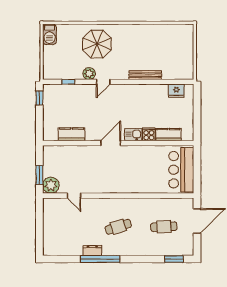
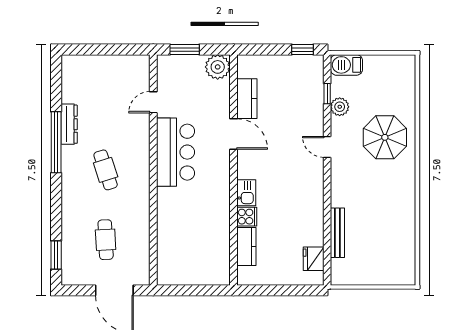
barbecue: (50, 34) -> (346, 65), moved
plant: (89, 74) -> (340, 107), moved
bench: (145, 75) -> (337, 233), moved
door: (111, 143) -> (233, 134), moved
bar counter: (181, 170) -> (176, 152), moved, turned 90
plant: (51, 185) -> (218, 67), moved
dresser: (92, 251) -> (69, 124), width x1.44

